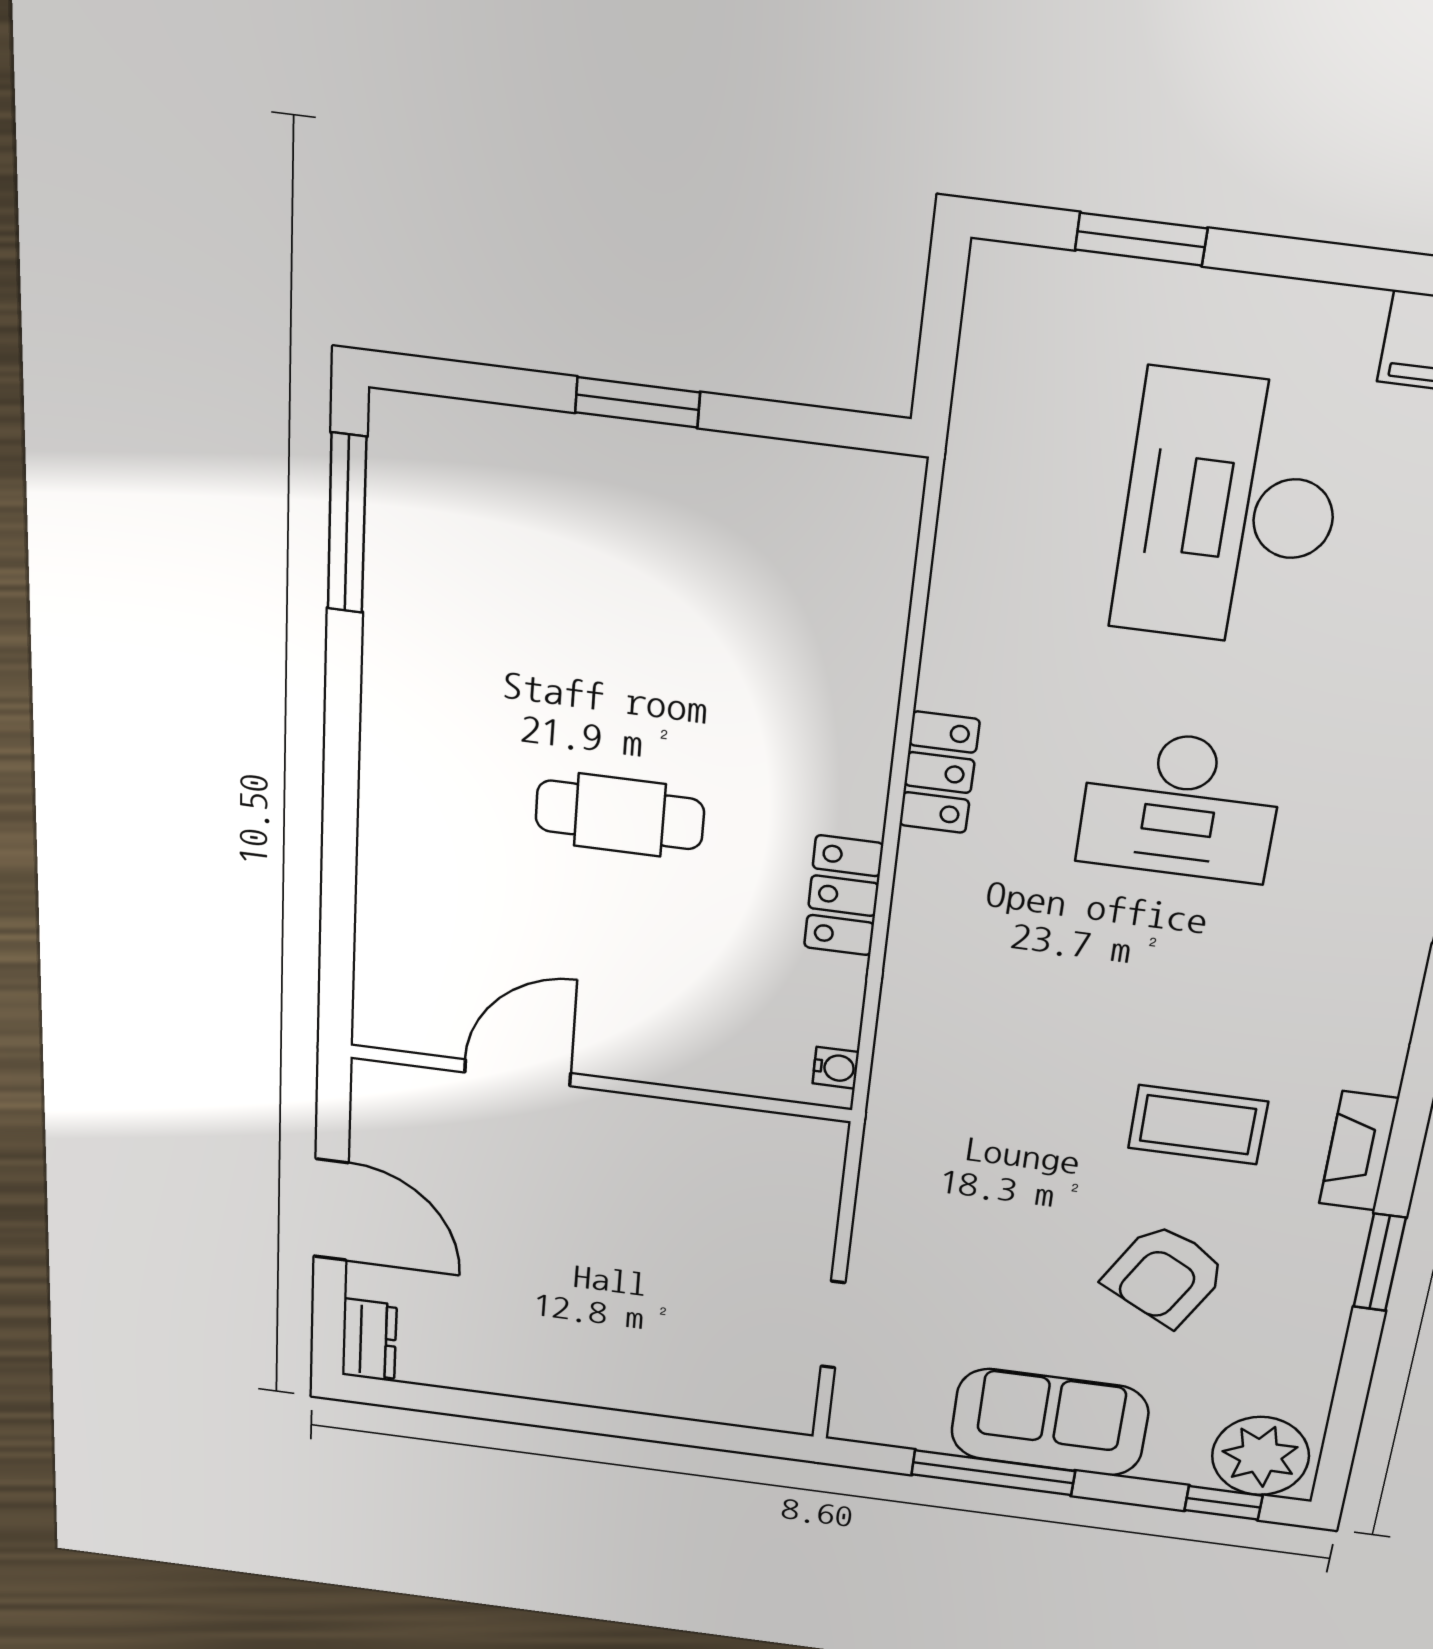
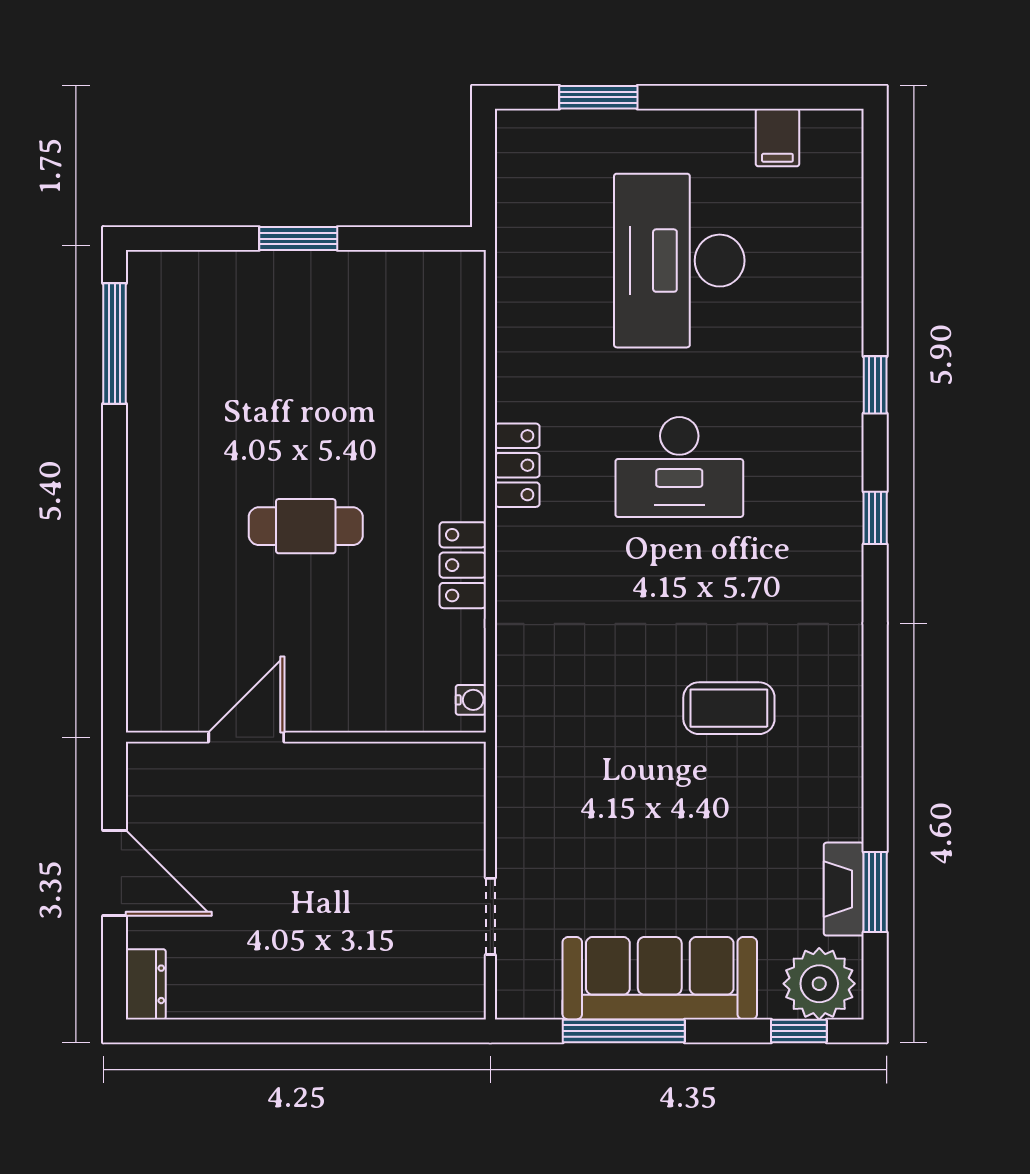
fireplace: (1359, 1151) -> (844, 889), moved
window: (1380, 1262) -> (875, 892), moved
armchair: (1165, 1275) -> (725, 836), removed
sofa: (1050, 1422) -> (660, 978), width x1.36

